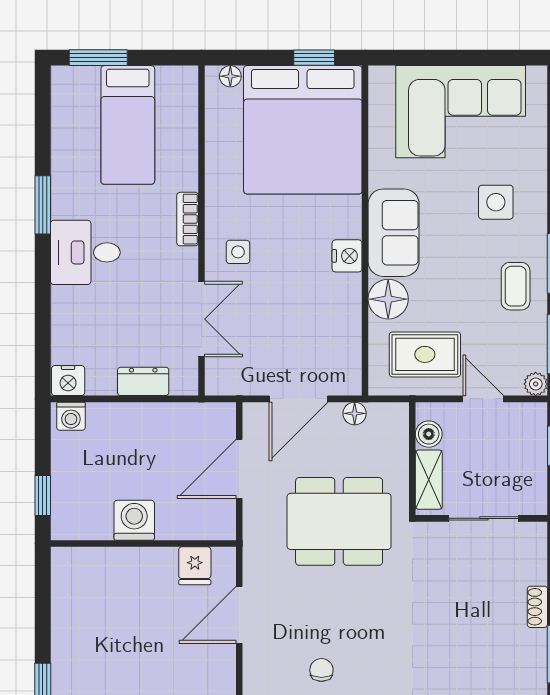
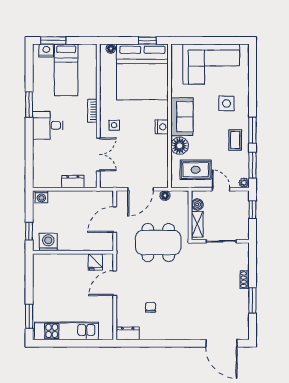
nightstand: (68, 381) -> (46, 50), moved, turned 180
washing machine: (134, 520) -> (48, 242), moved

